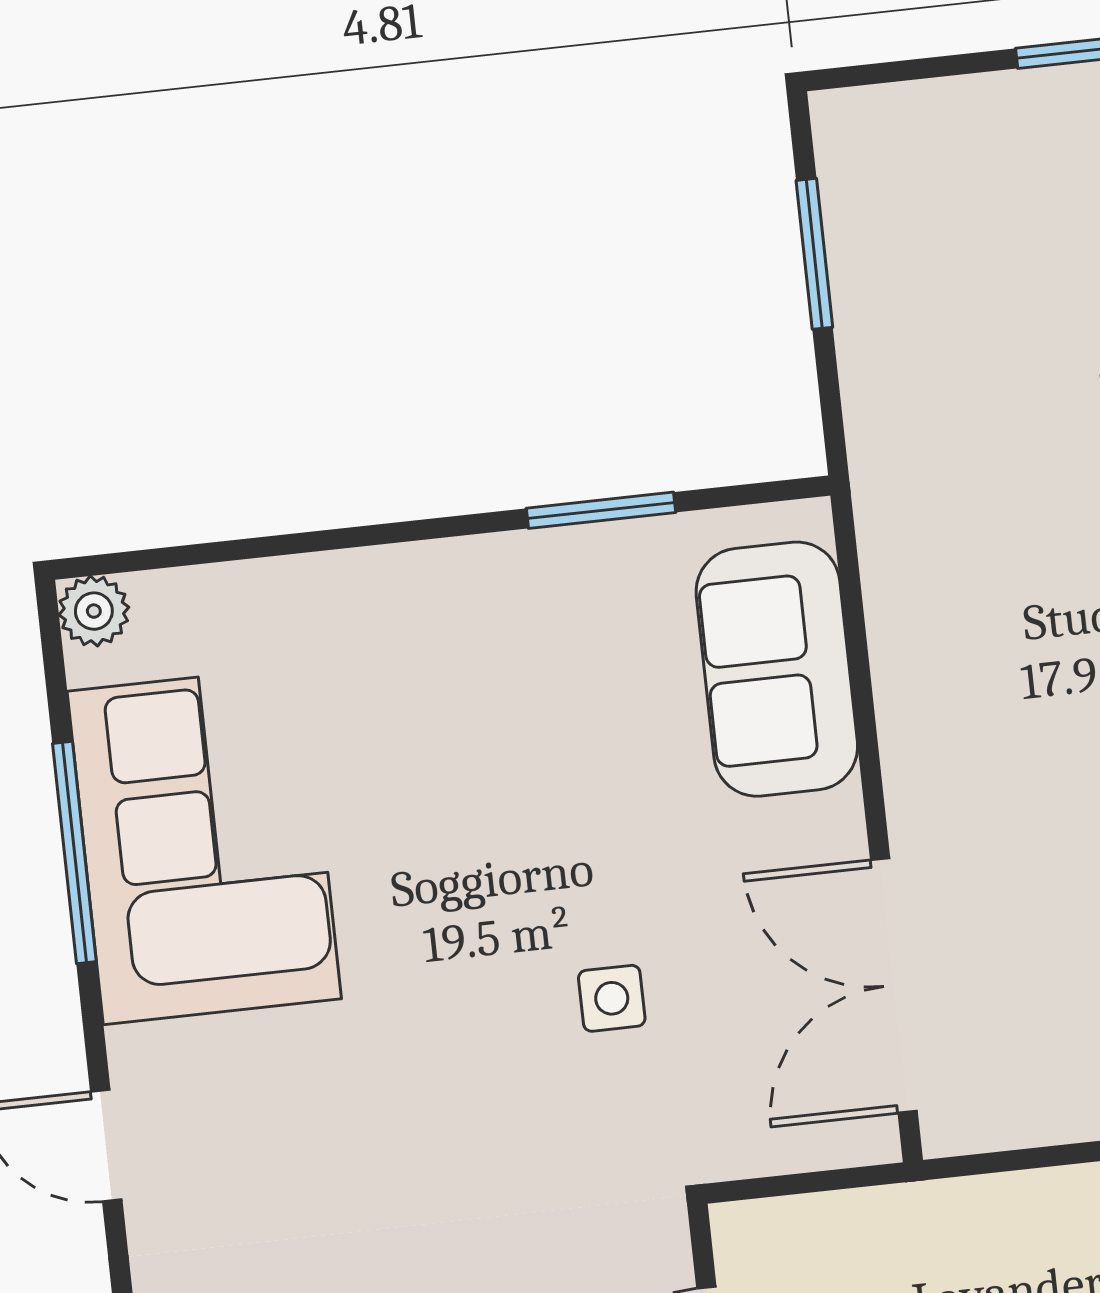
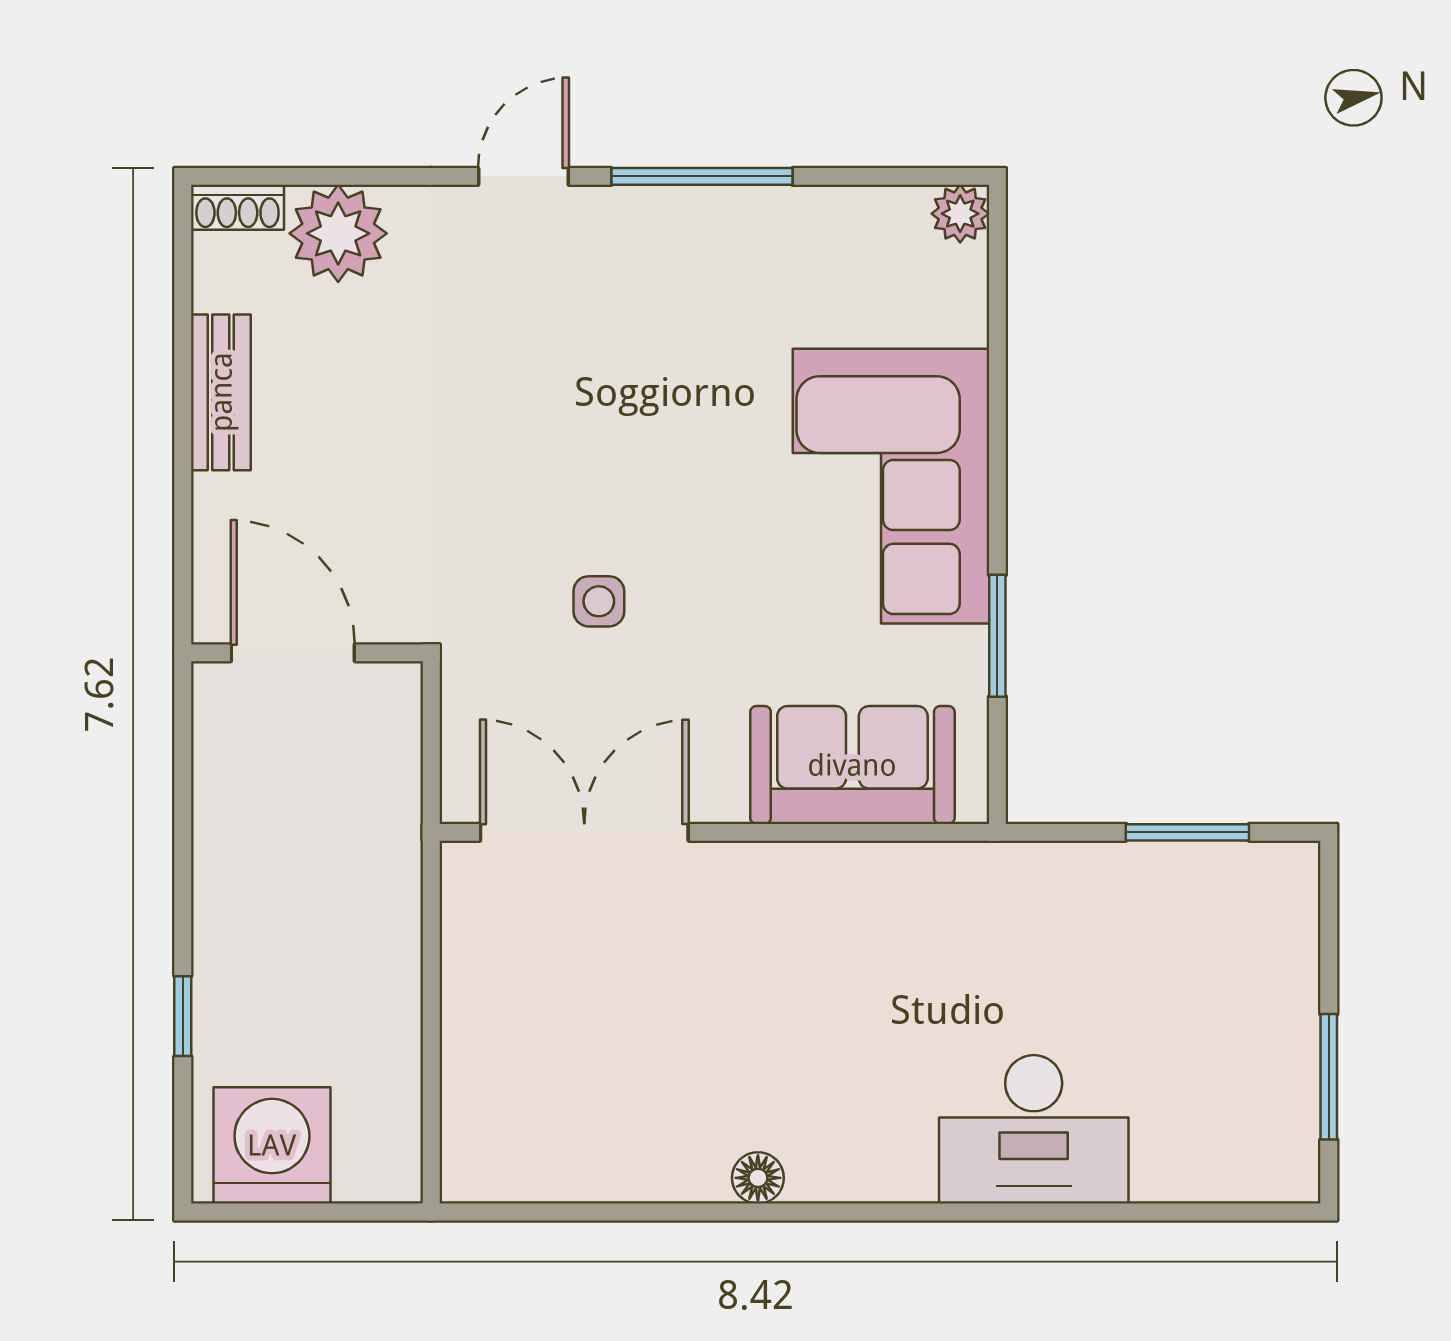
corner sofa: (204, 845) -> (891, 486), moved, turned 90
window: (74, 852) -> (702, 176), moved

